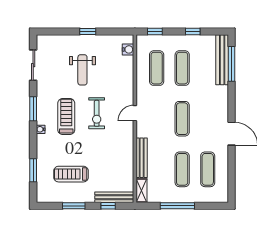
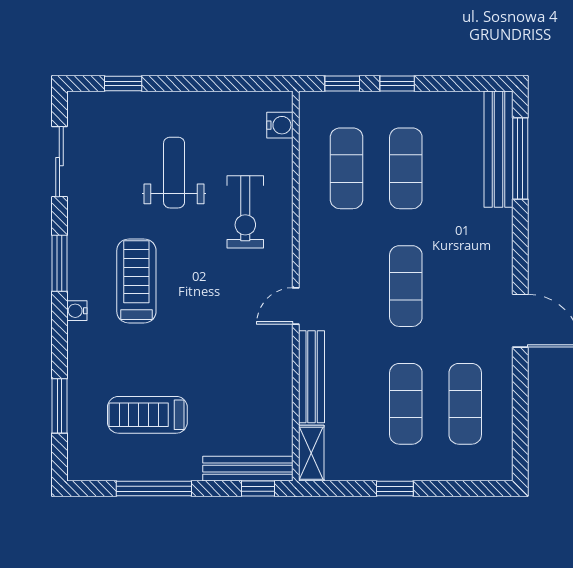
window: (88, 32) -> (123, 84), moved
window: (193, 32) -> (397, 84), moved
weight bench: (82, 70) -> (174, 173), turned 180
exercise bike: (97, 113) -> (245, 212), moved
door: (135, 113) -> (296, 306), moved
window: (74, 206) -> (154, 489), width x1.44
window: (108, 206) -> (258, 489), moved
window: (177, 206) -> (395, 489), width x0.46

